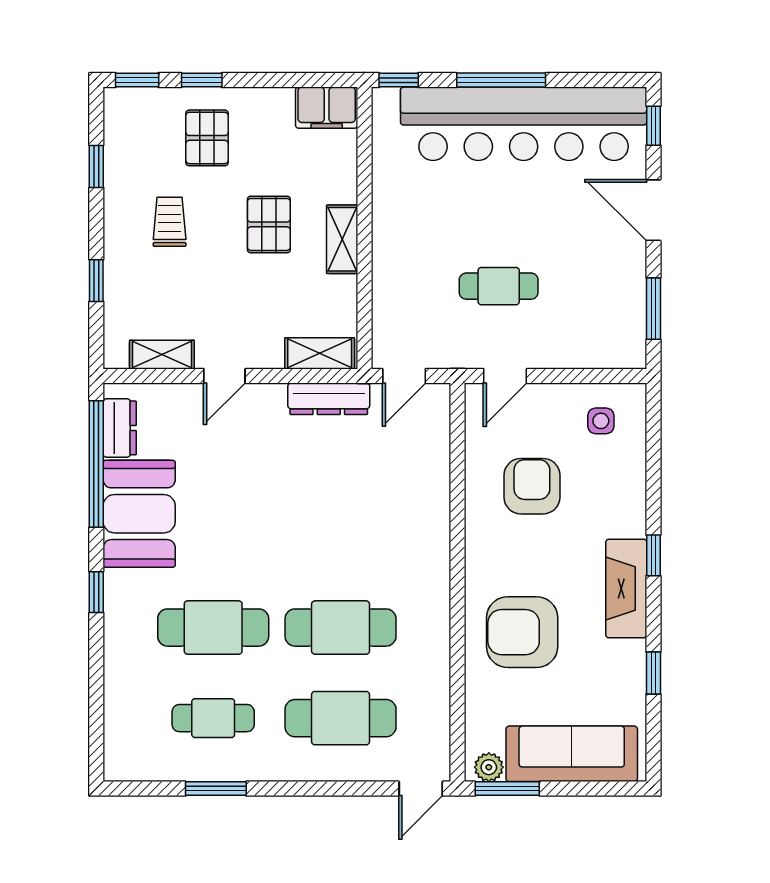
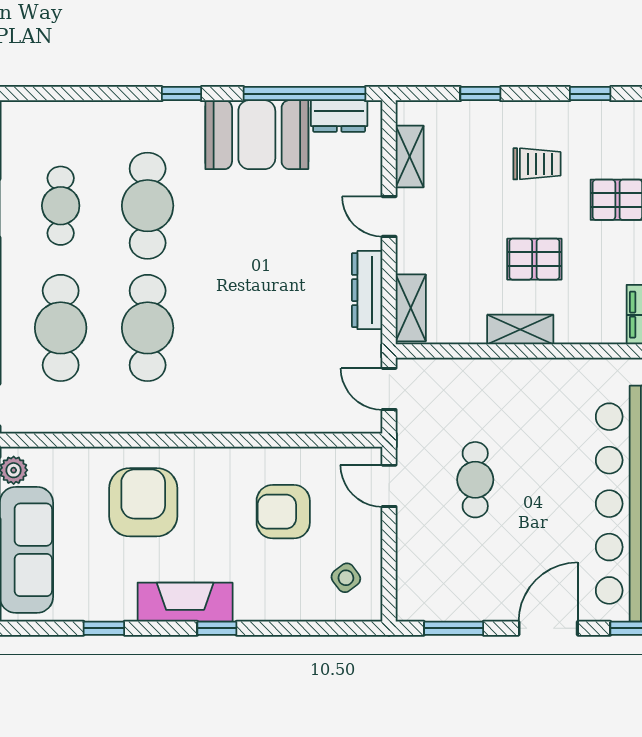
dresser: (329, 399) -> (367, 290), moved
side table: (601, 421) -> (346, 578), turned -37
armchair: (532, 486) -> (283, 512), turned 180

